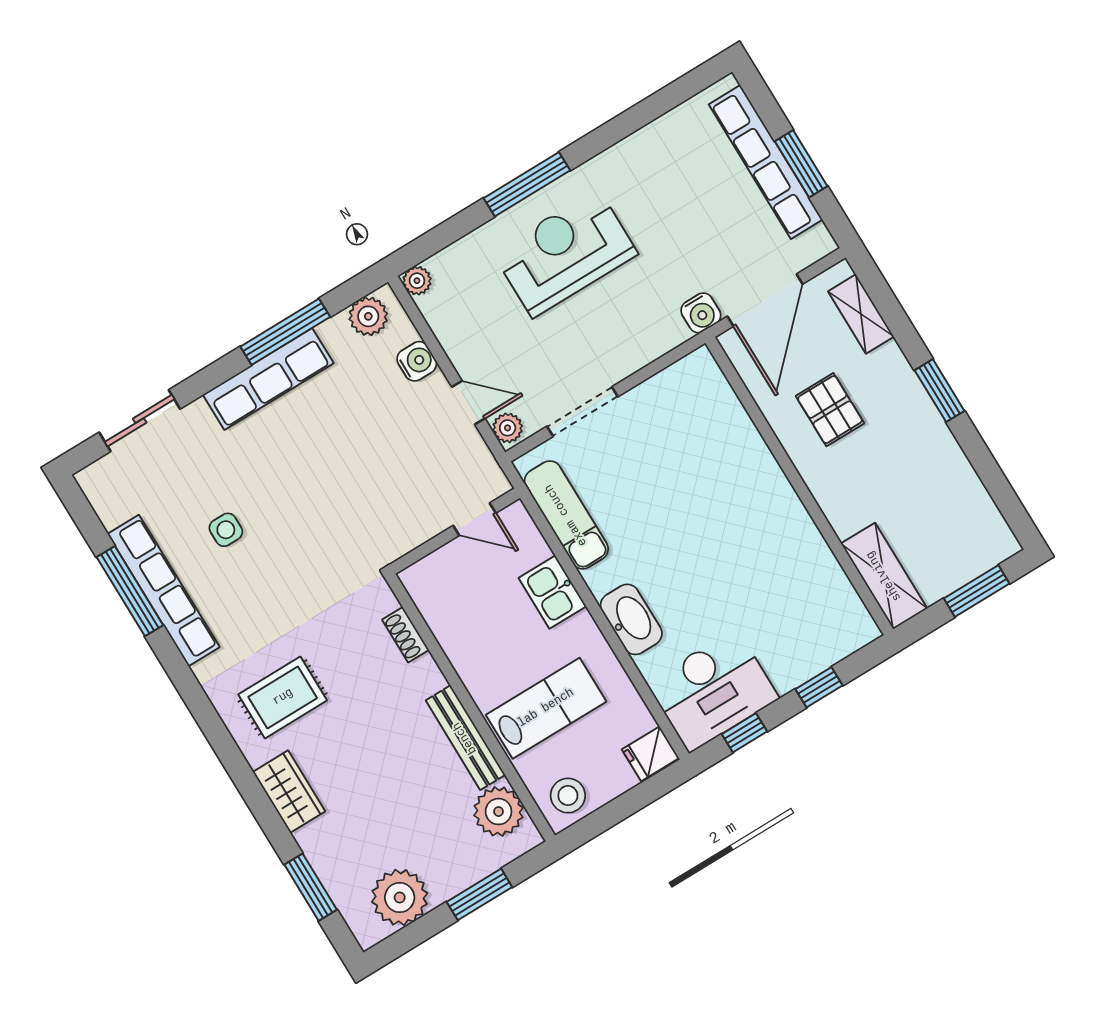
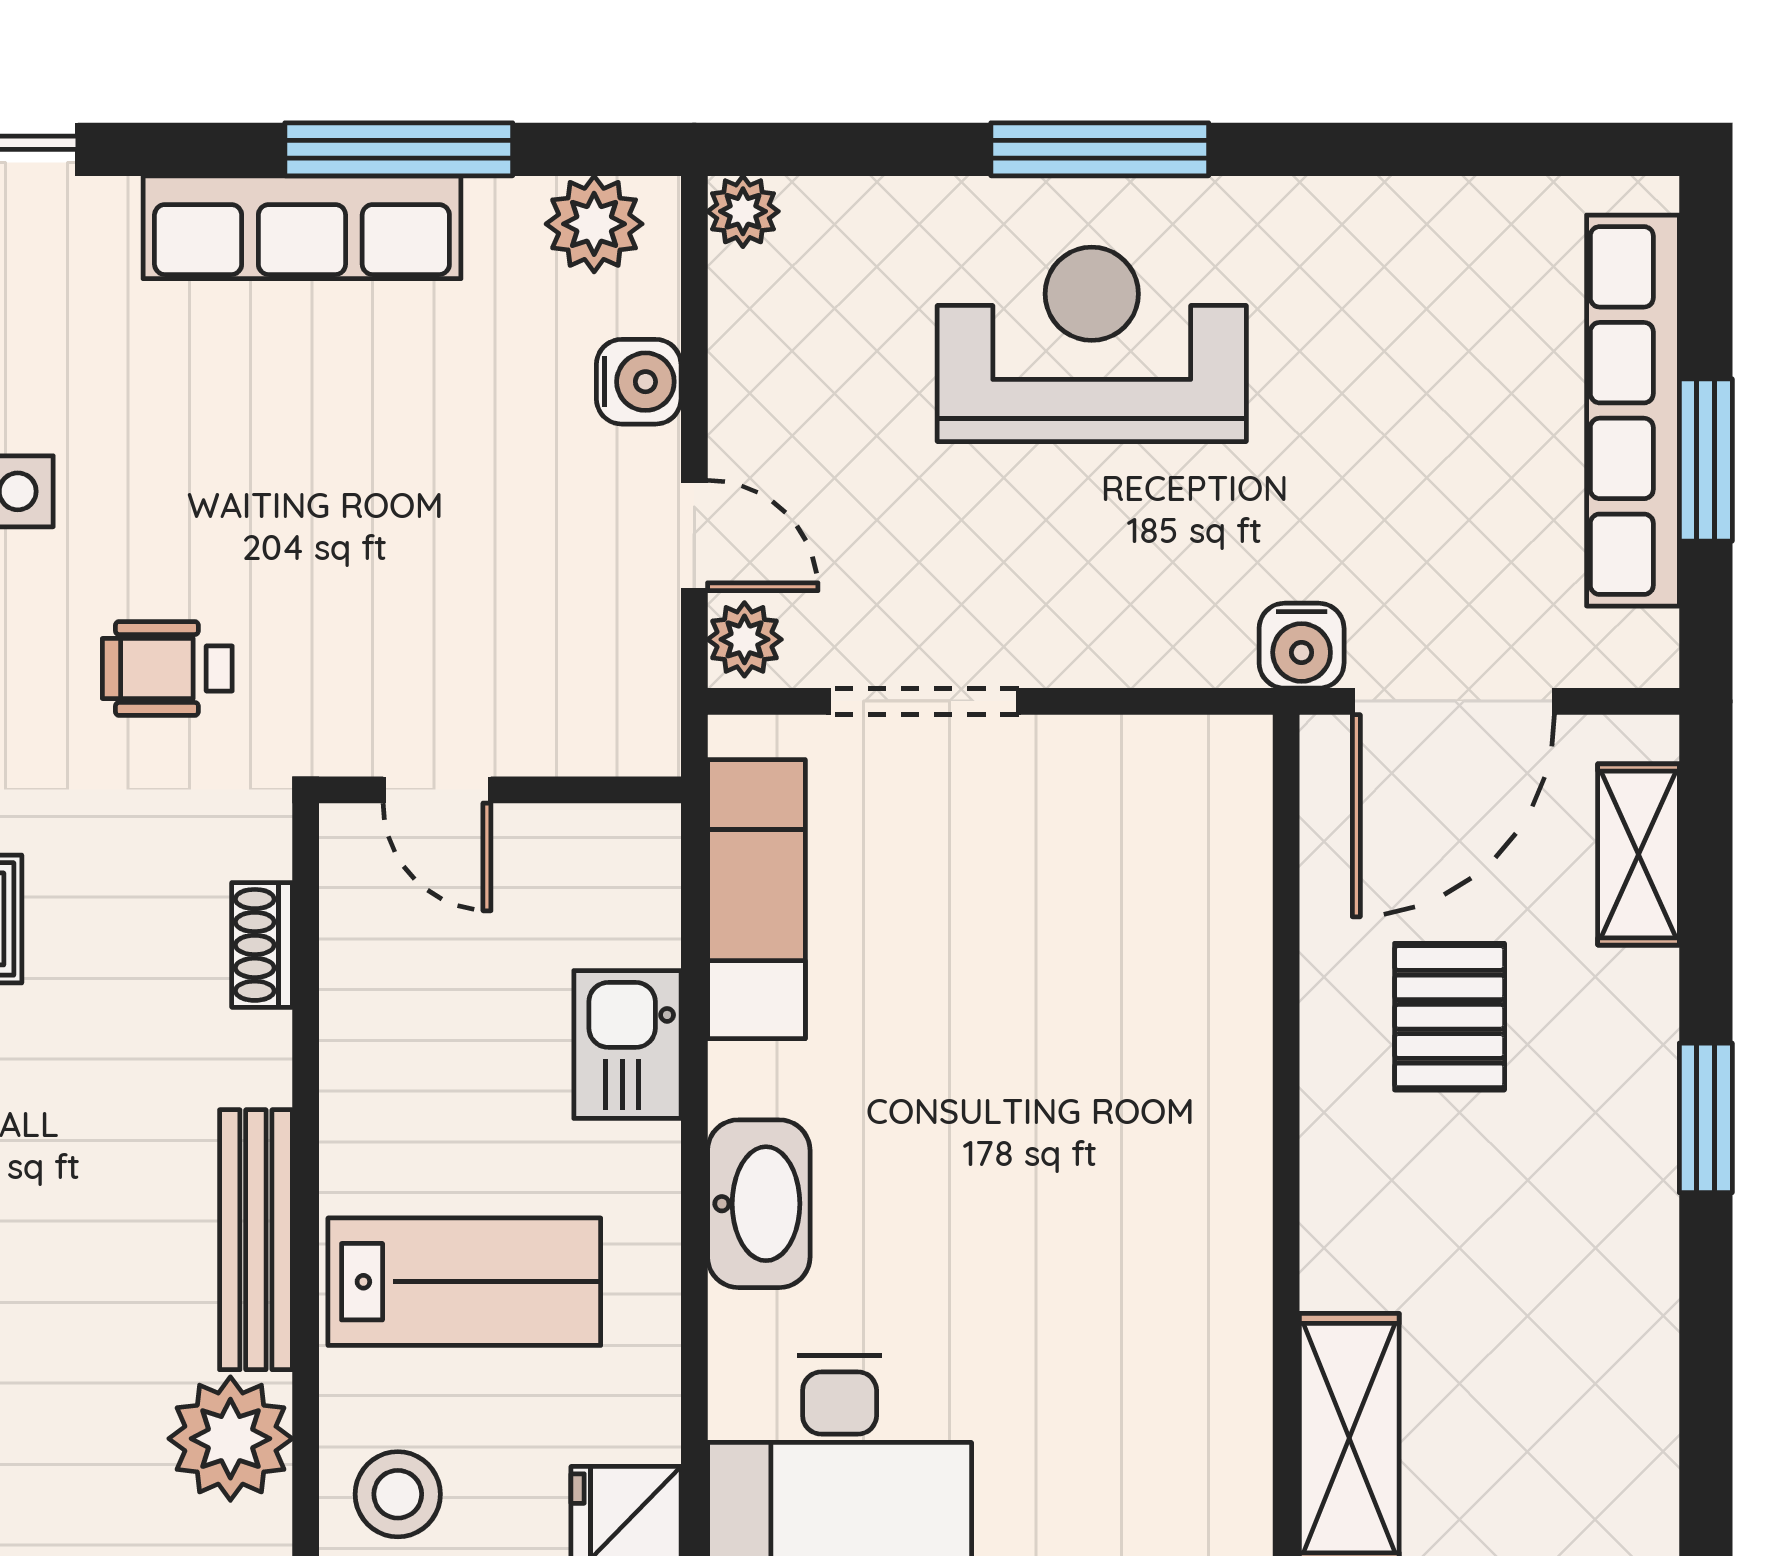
door: (474, 519) -> (437, 790), moved
wheelchair: (315, 559) -> (167, 669), added

